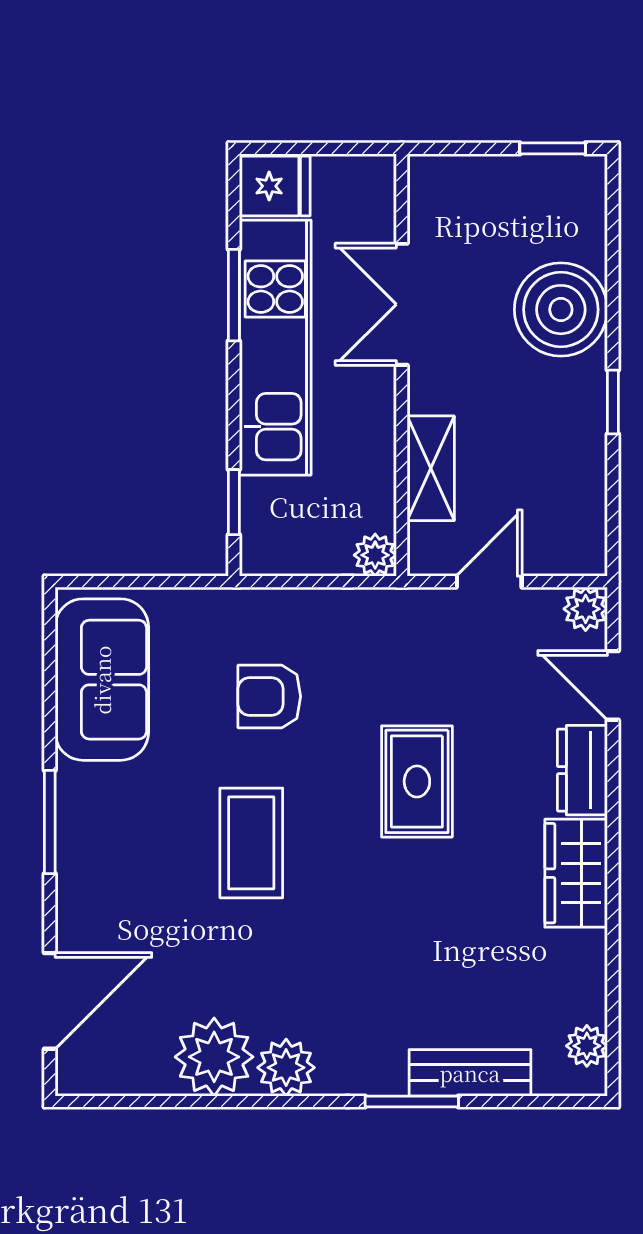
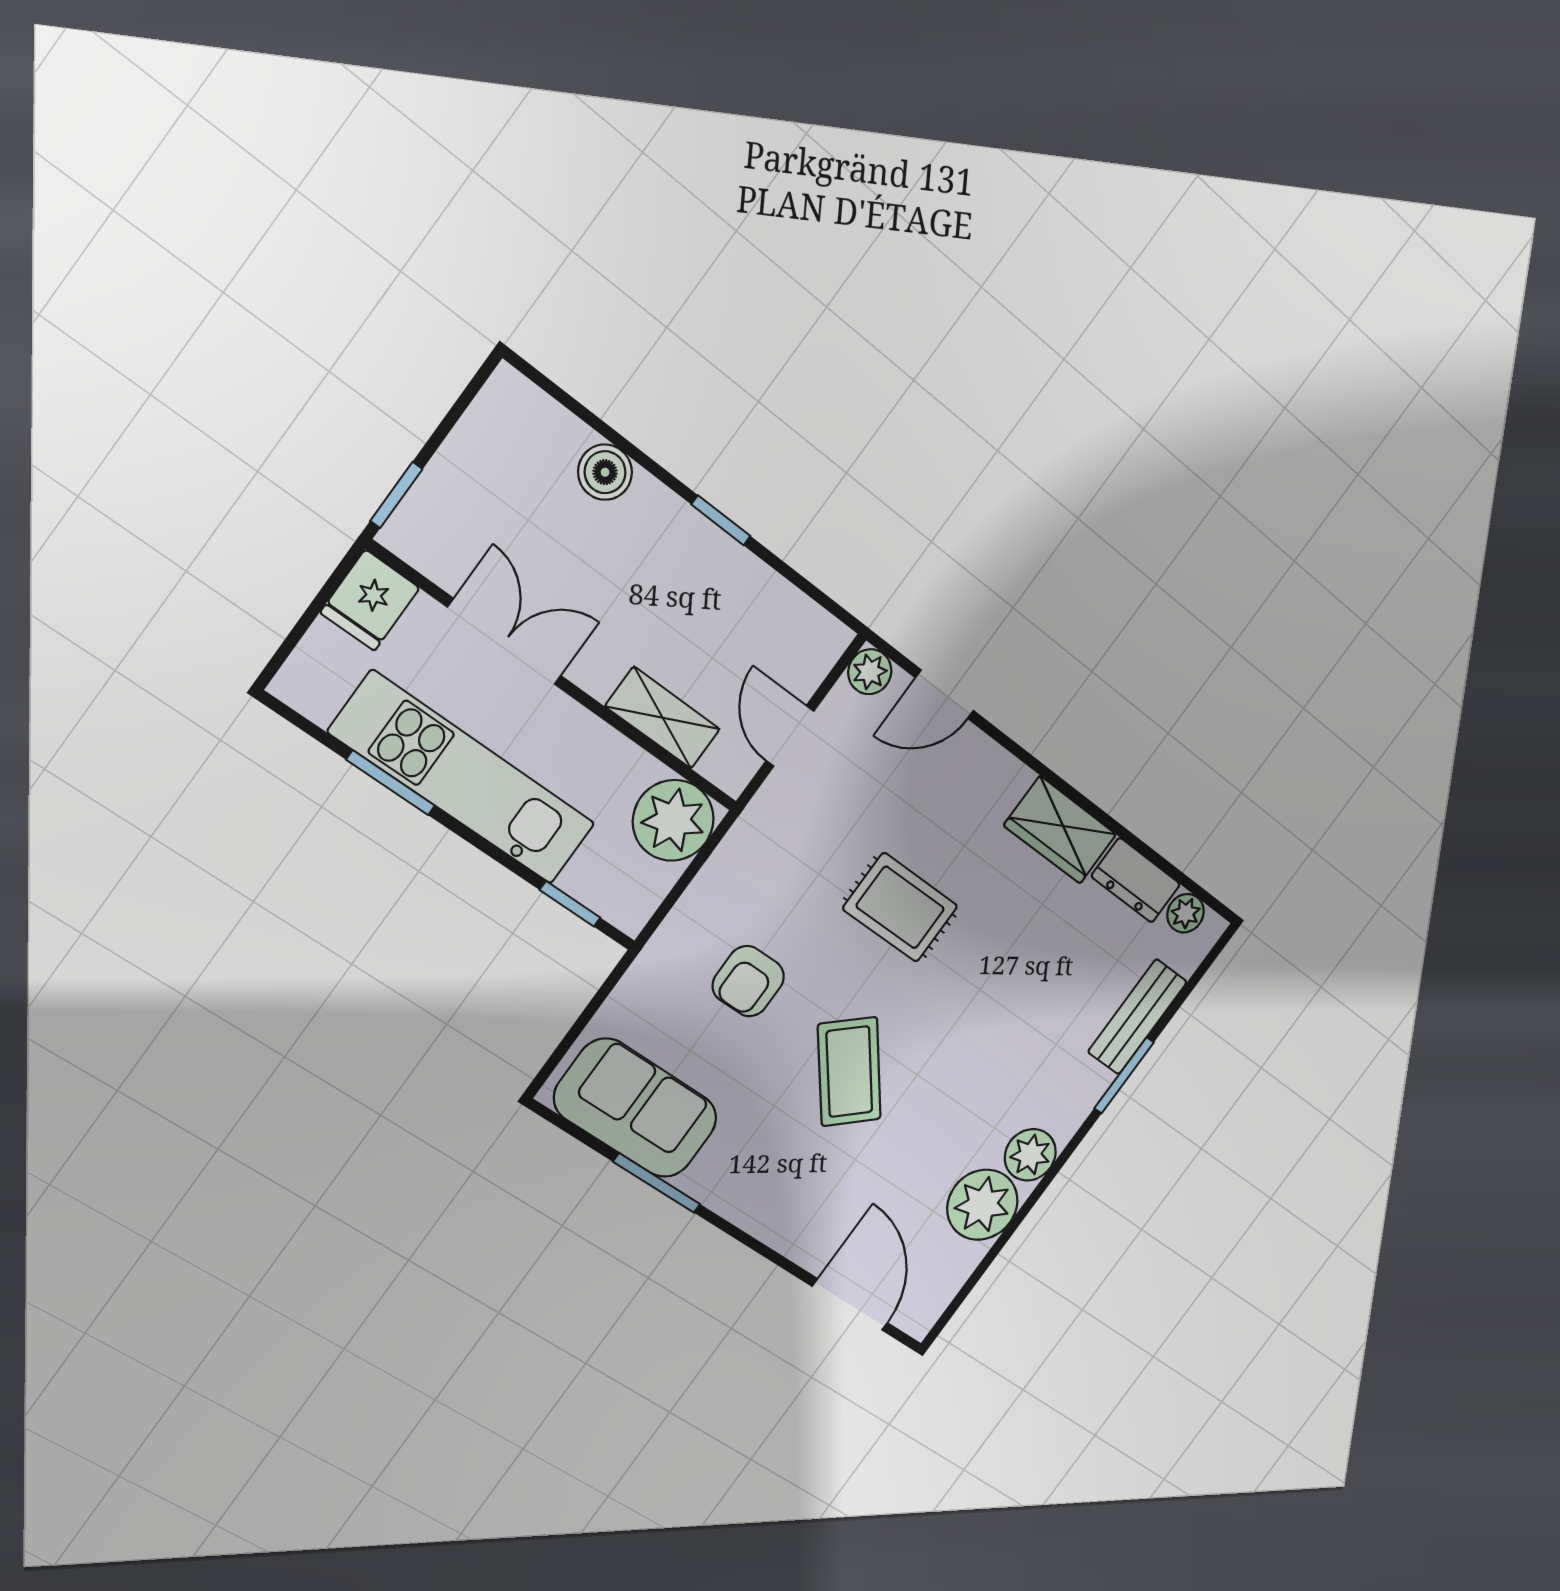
window: (553, 148) -> (396, 495), moved
fridge: (275, 186) -> (370, 600), moved, turned 180
double door: (402, 304) -> (505, 642), swing flipped
boiler: (561, 310) -> (605, 472), width x0.54, depth x0.54
plant: (375, 555) -> (673, 820), width x1.88, depth x1.88
dresser: (582, 770) -> (1136, 880), moved
window: (50, 822) -> (657, 1183), moved
coffee table: (251, 843) -> (849, 1072), turned 50

